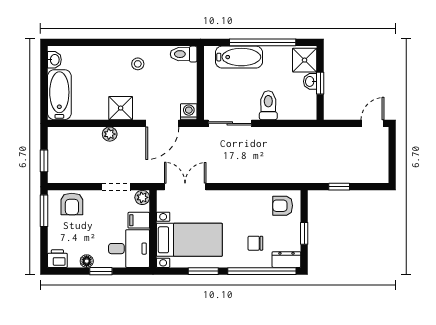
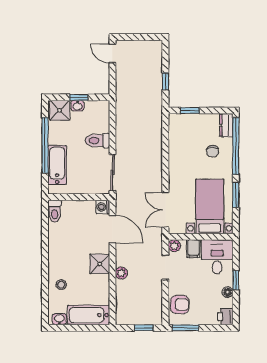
stool: (138, 64) -> (61, 285), moved
armchair: (283, 206) -> (181, 129), removed
window: (304, 233) -> (190, 111), moved

